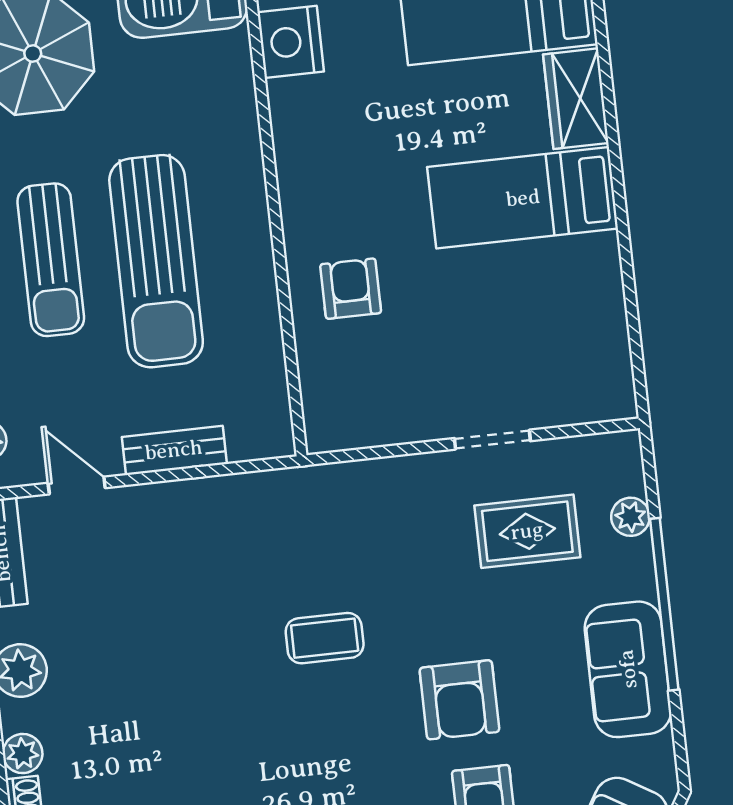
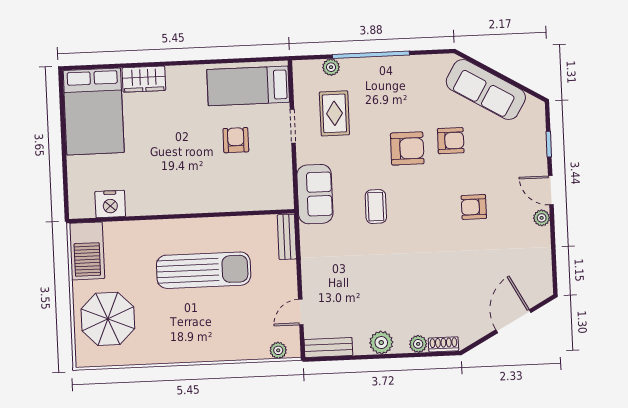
bed: (523, 198) -> (248, 86), moved, turned 90
sun lounger: (51, 260) -> (200, 317), removed
armchair: (351, 289) -> (236, 140), moved, turned 90
bench: (174, 450) -> (287, 237), moved
sofa: (628, 669) -> (315, 194), moved, turned -90

